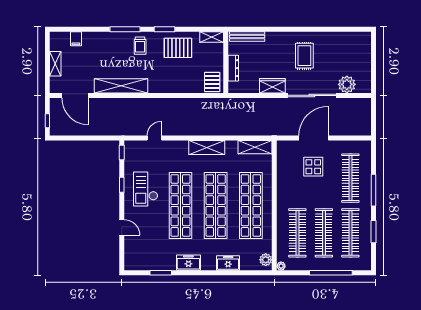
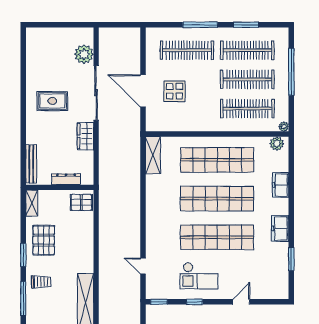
shelving: (207, 148) -> (153, 208), removed

